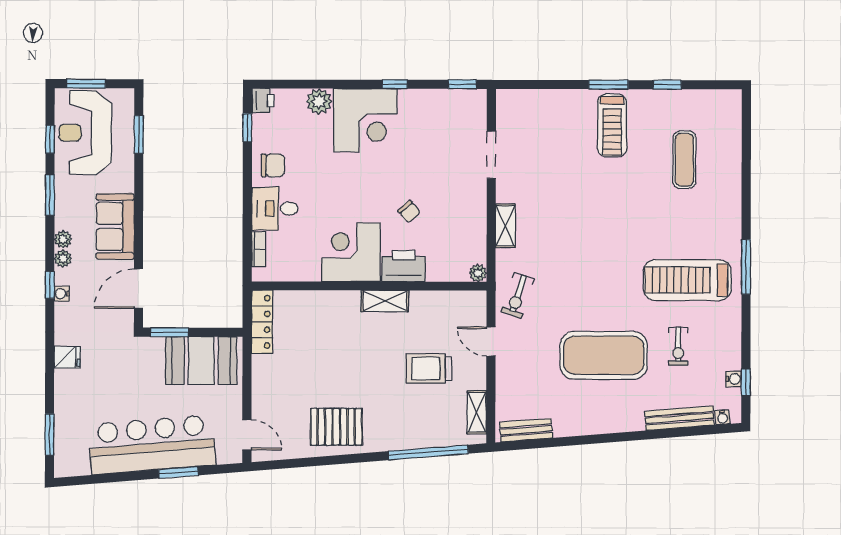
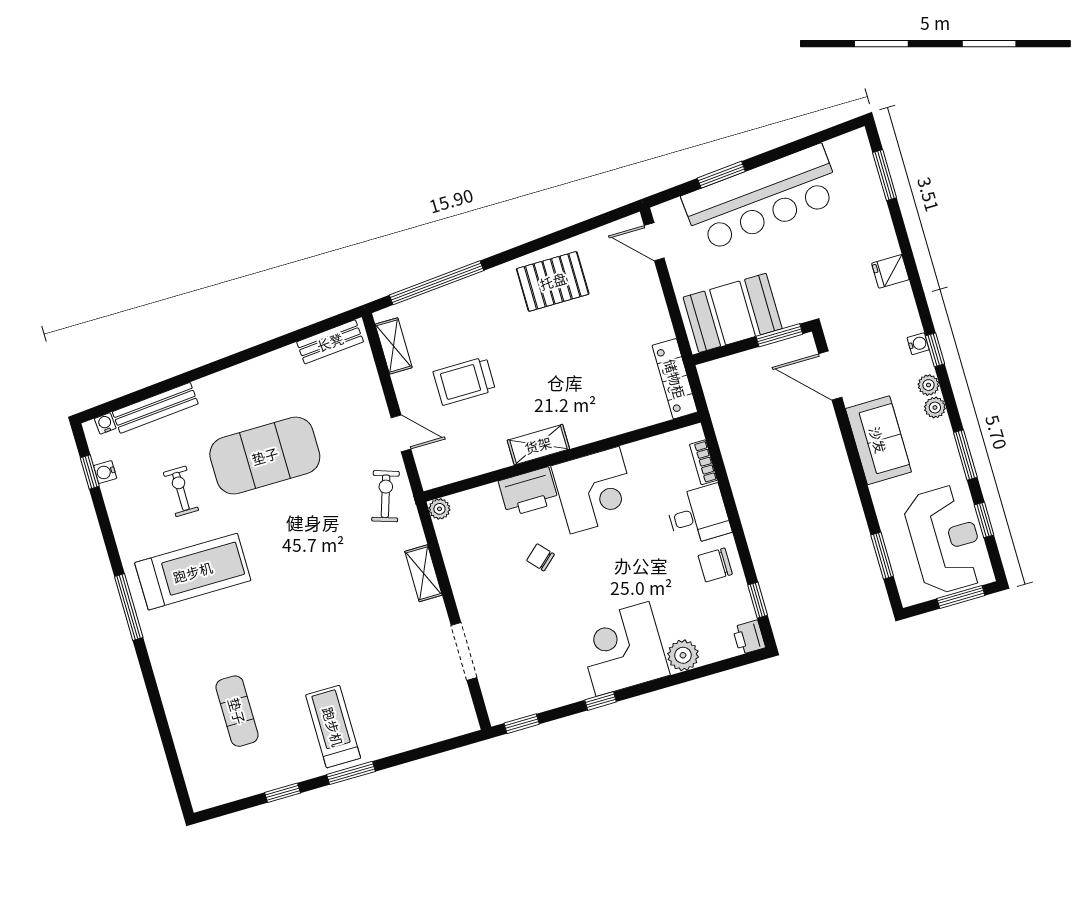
door: (138, 289) -> (830, 376), swing flipped
trolley: (429, 368) -> (464, 381), turned 180

